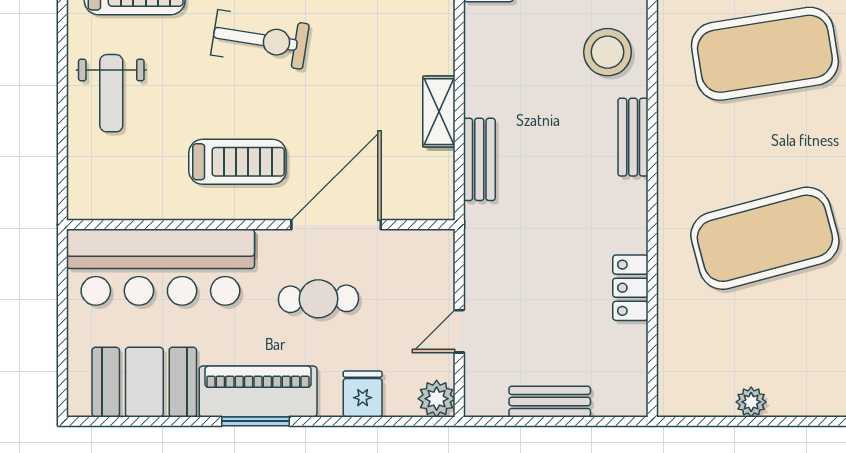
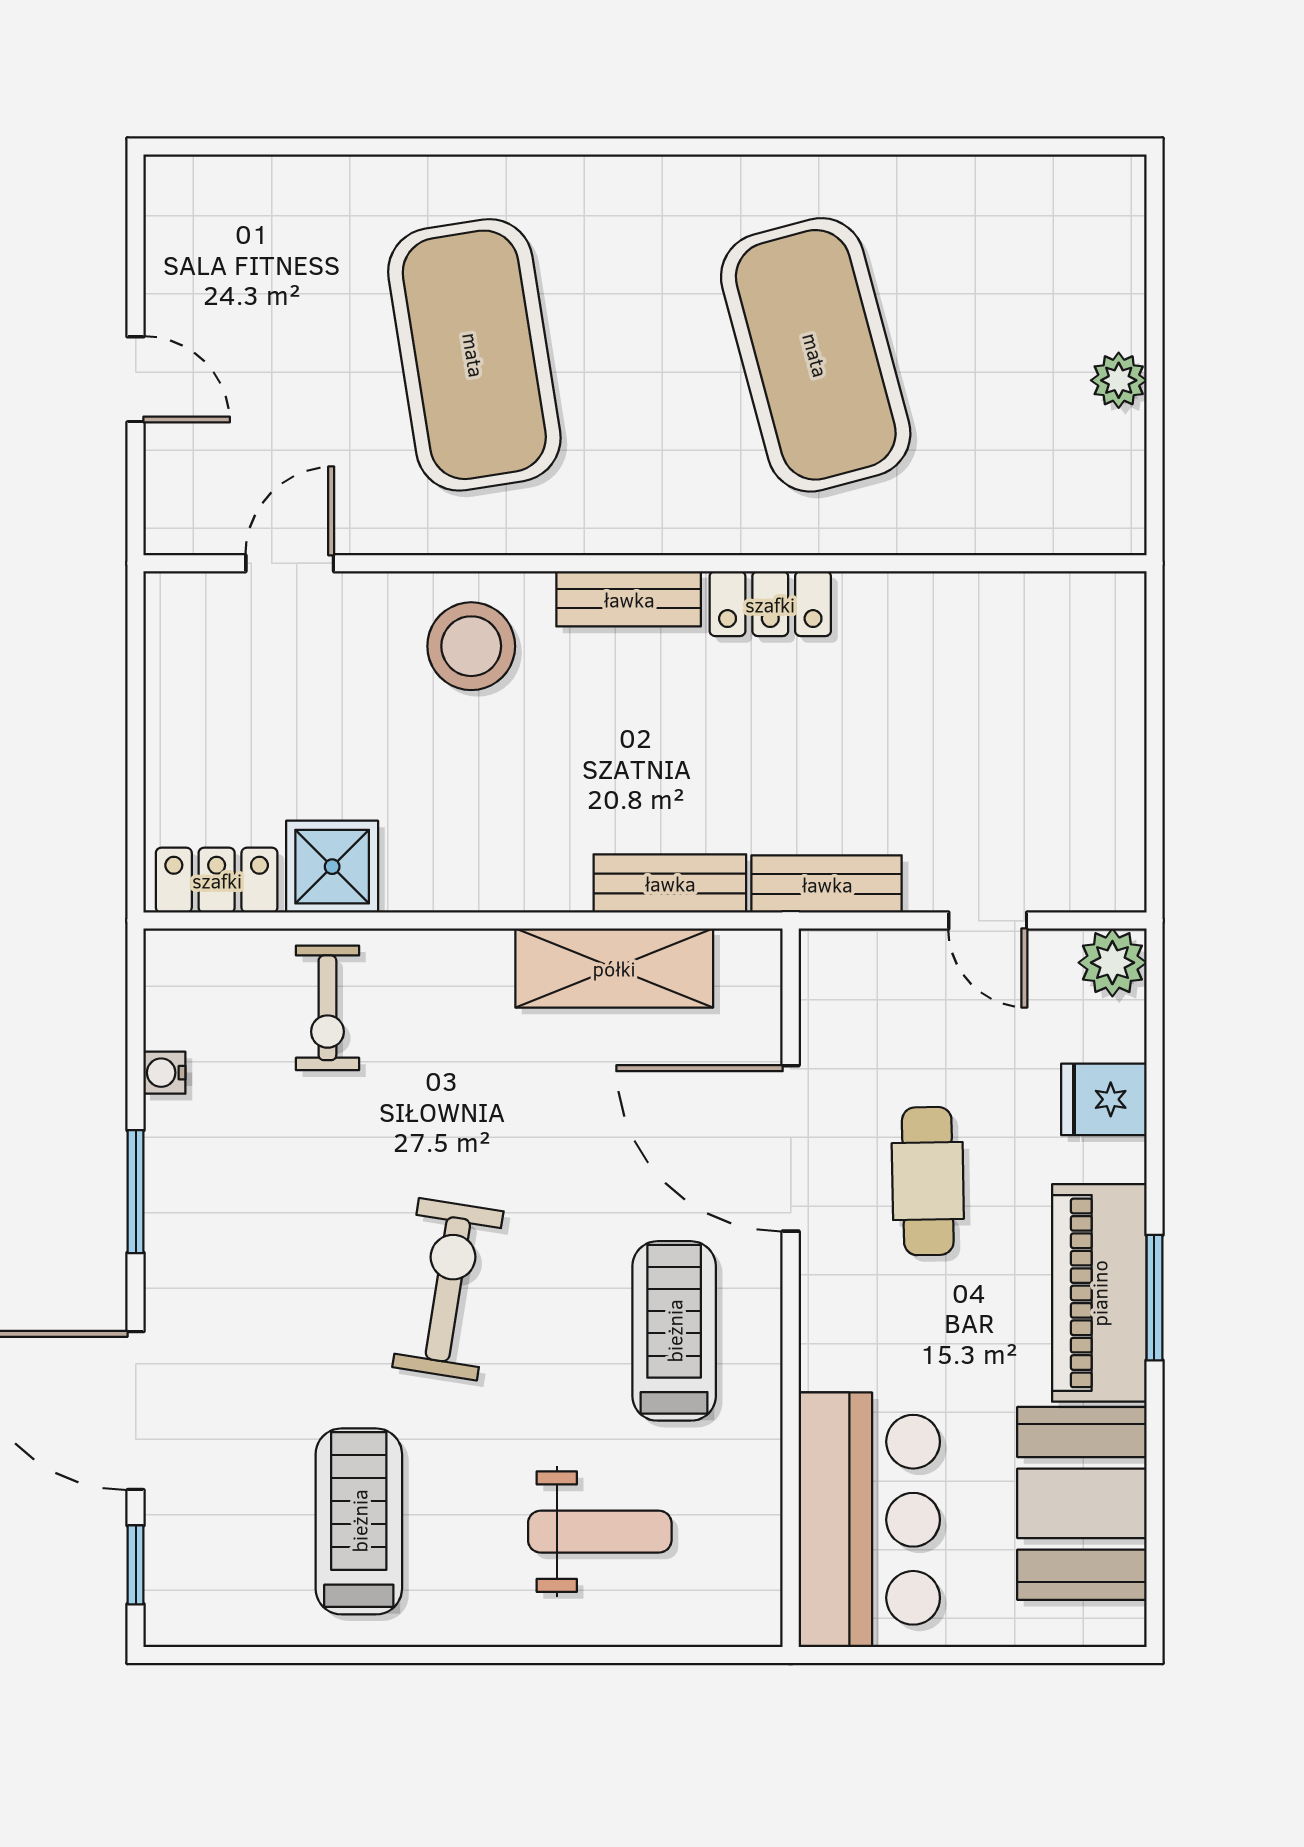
weight bench: (111, 93) -> (600, 1532), moved
shelving: (439, 112) -> (614, 968), width x1.50, depth x1.33
bar counter: (160, 267) -> (869, 1520), width x0.73
locker: (630, 288) -> (770, 604), moved
bench: (550, 402) -> (827, 884), moved, turned 90

